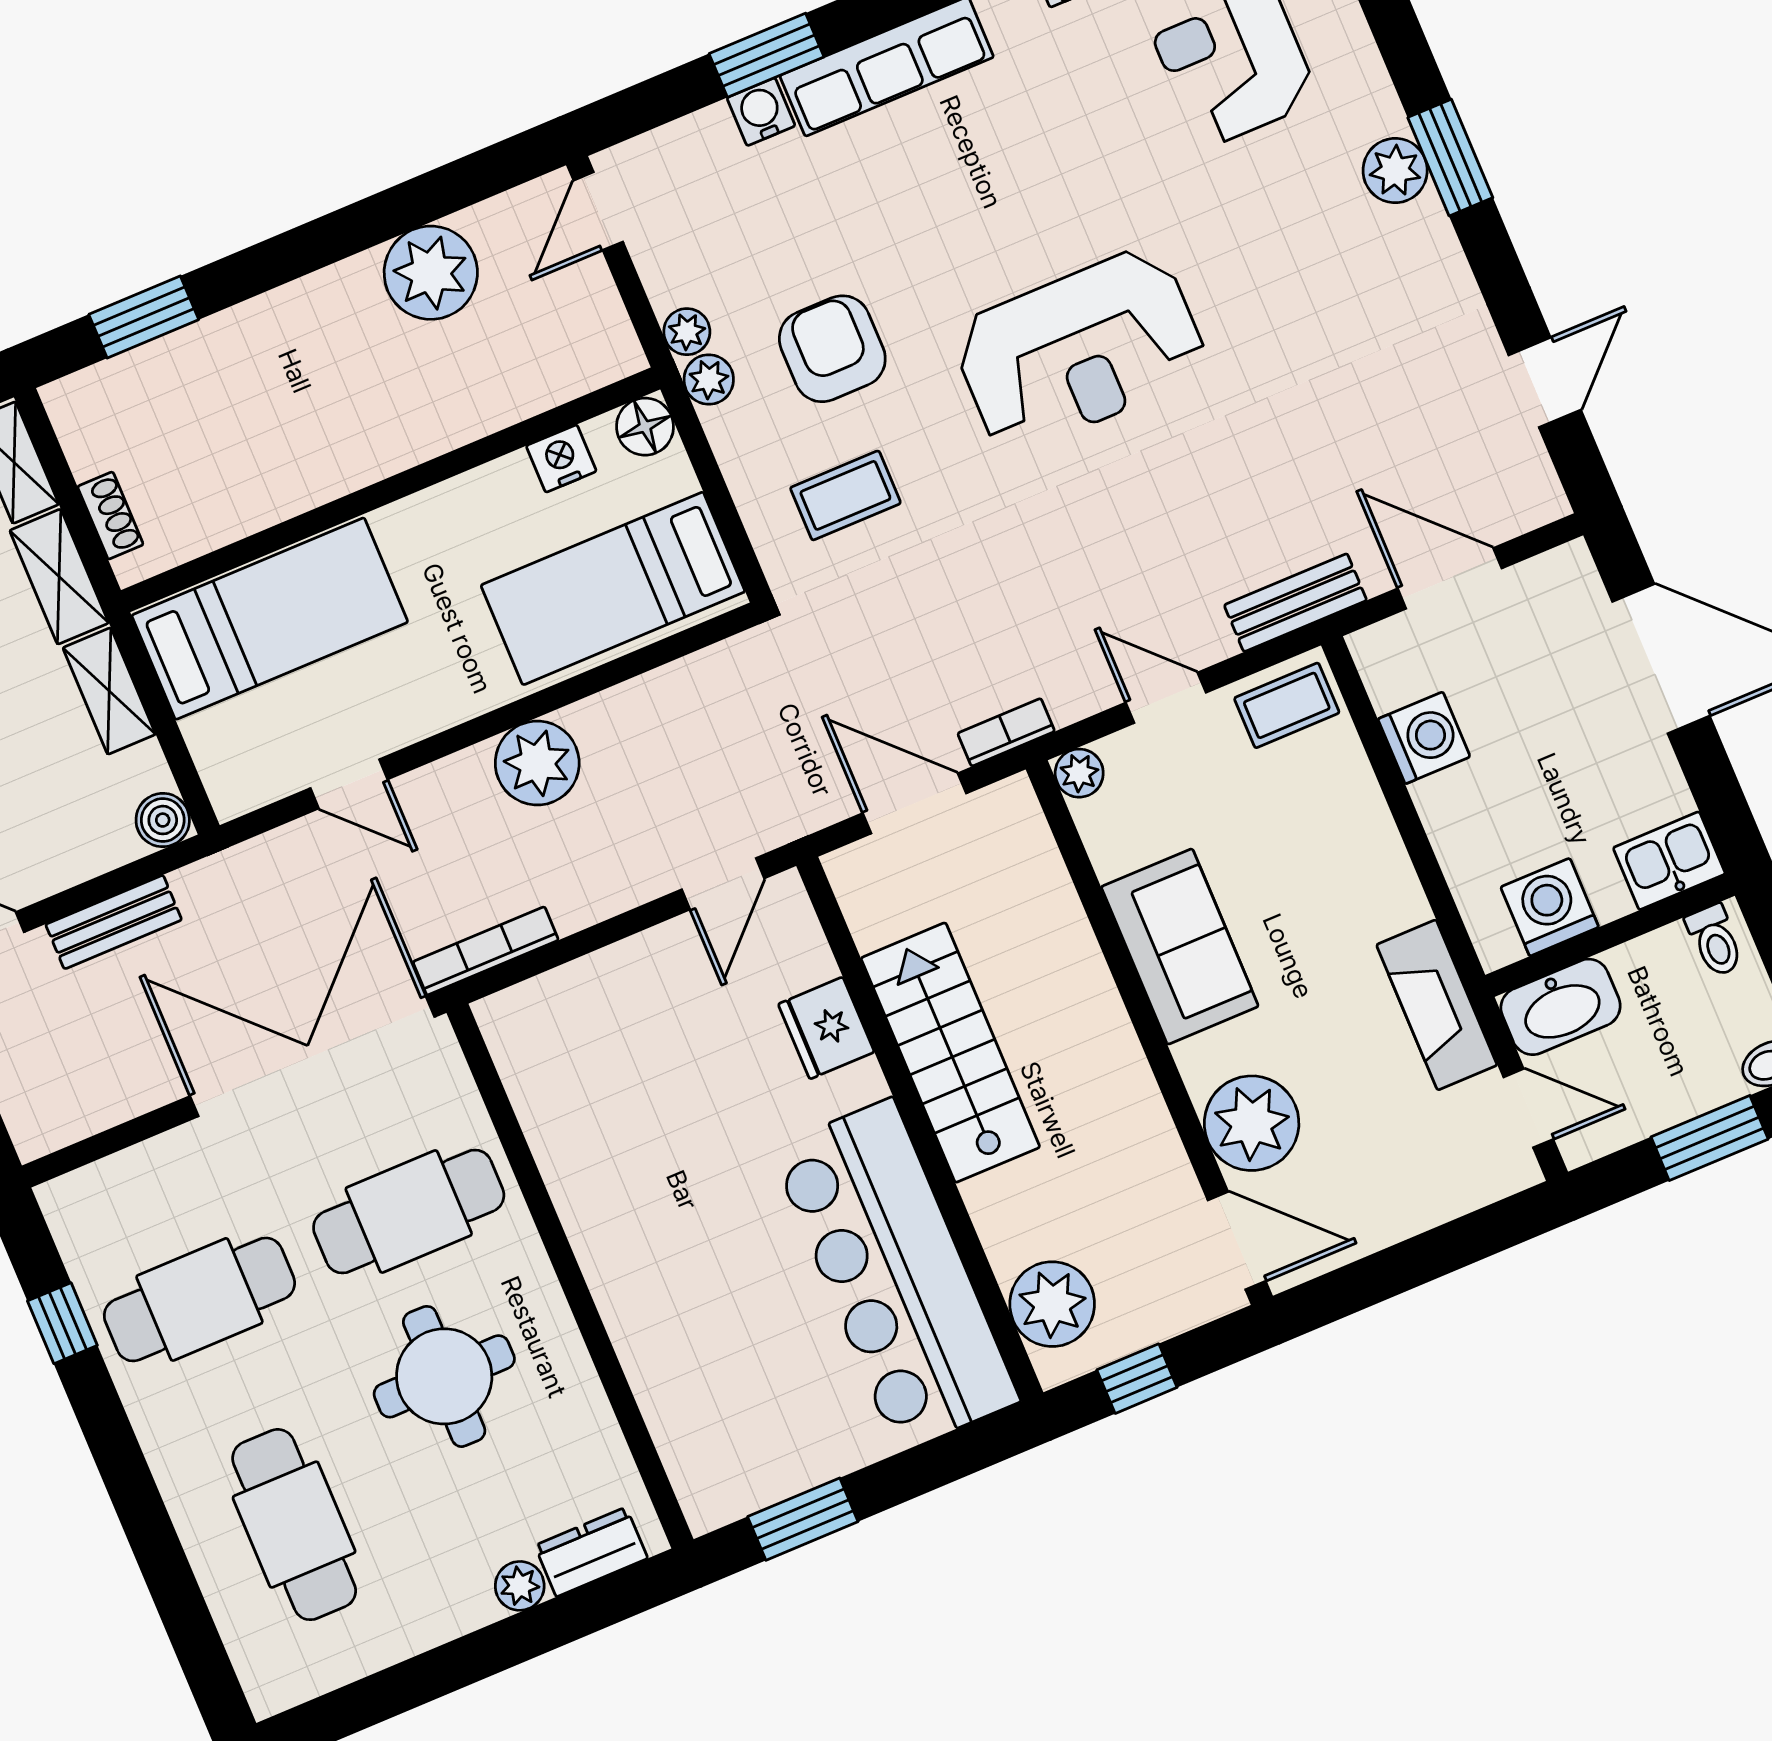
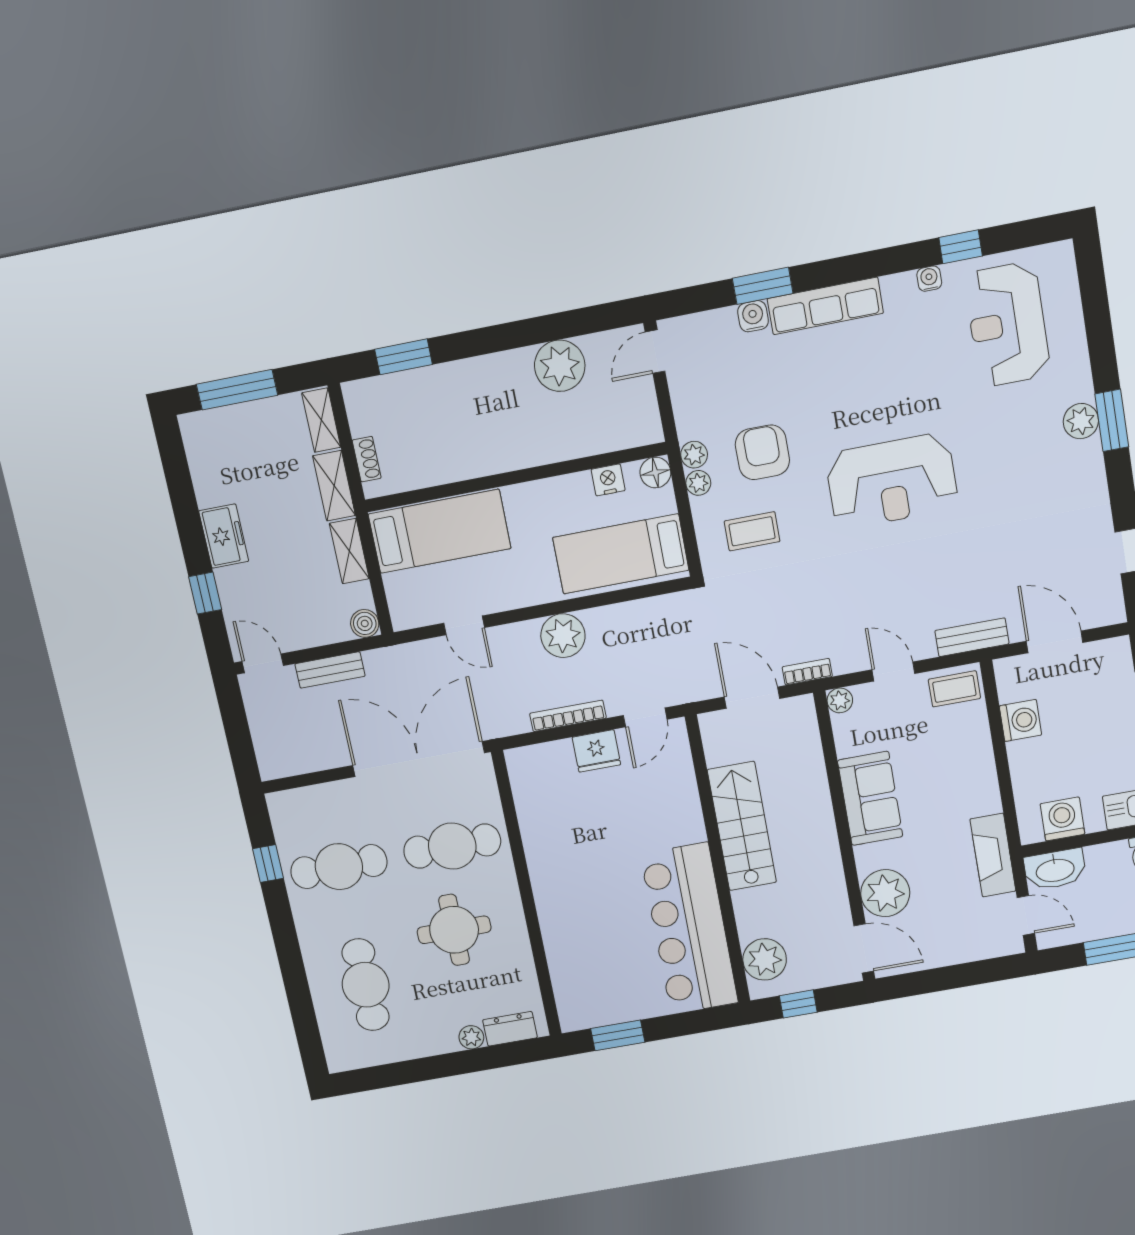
plant: (687, 332) -> (698, 483), moved
bookcase: (486, 951) -> (568, 716), moved
fridge: (826, 1028) -> (596, 751), moved, turned -90

